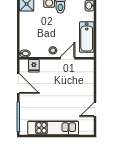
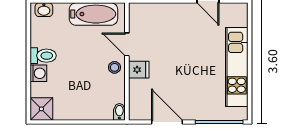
fridge: (34, 66) -> (139, 70), moved
door: (18, 84) -> (167, 122), hinge flipped

